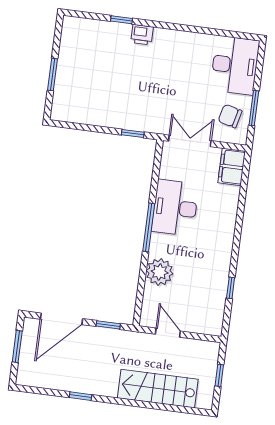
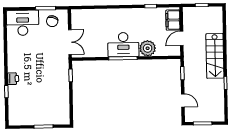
double door: (190, 141) -> (70, 42), swing flipped
filing cabinet: (232, 167) -> (173, 20), moved, turned 90
desk: (175, 208) -> (123, 45), moved
door: (61, 319) -> (183, 100), width x0.53
stairs: (158, 389) -> (215, 56), moved

